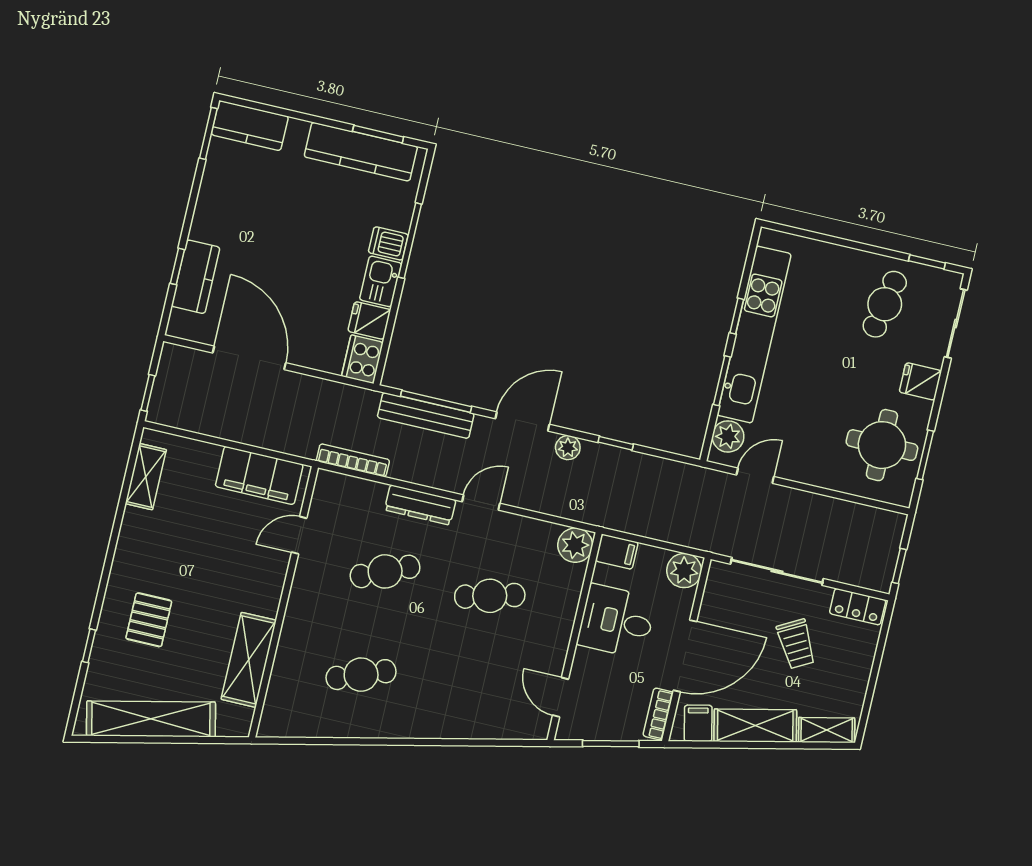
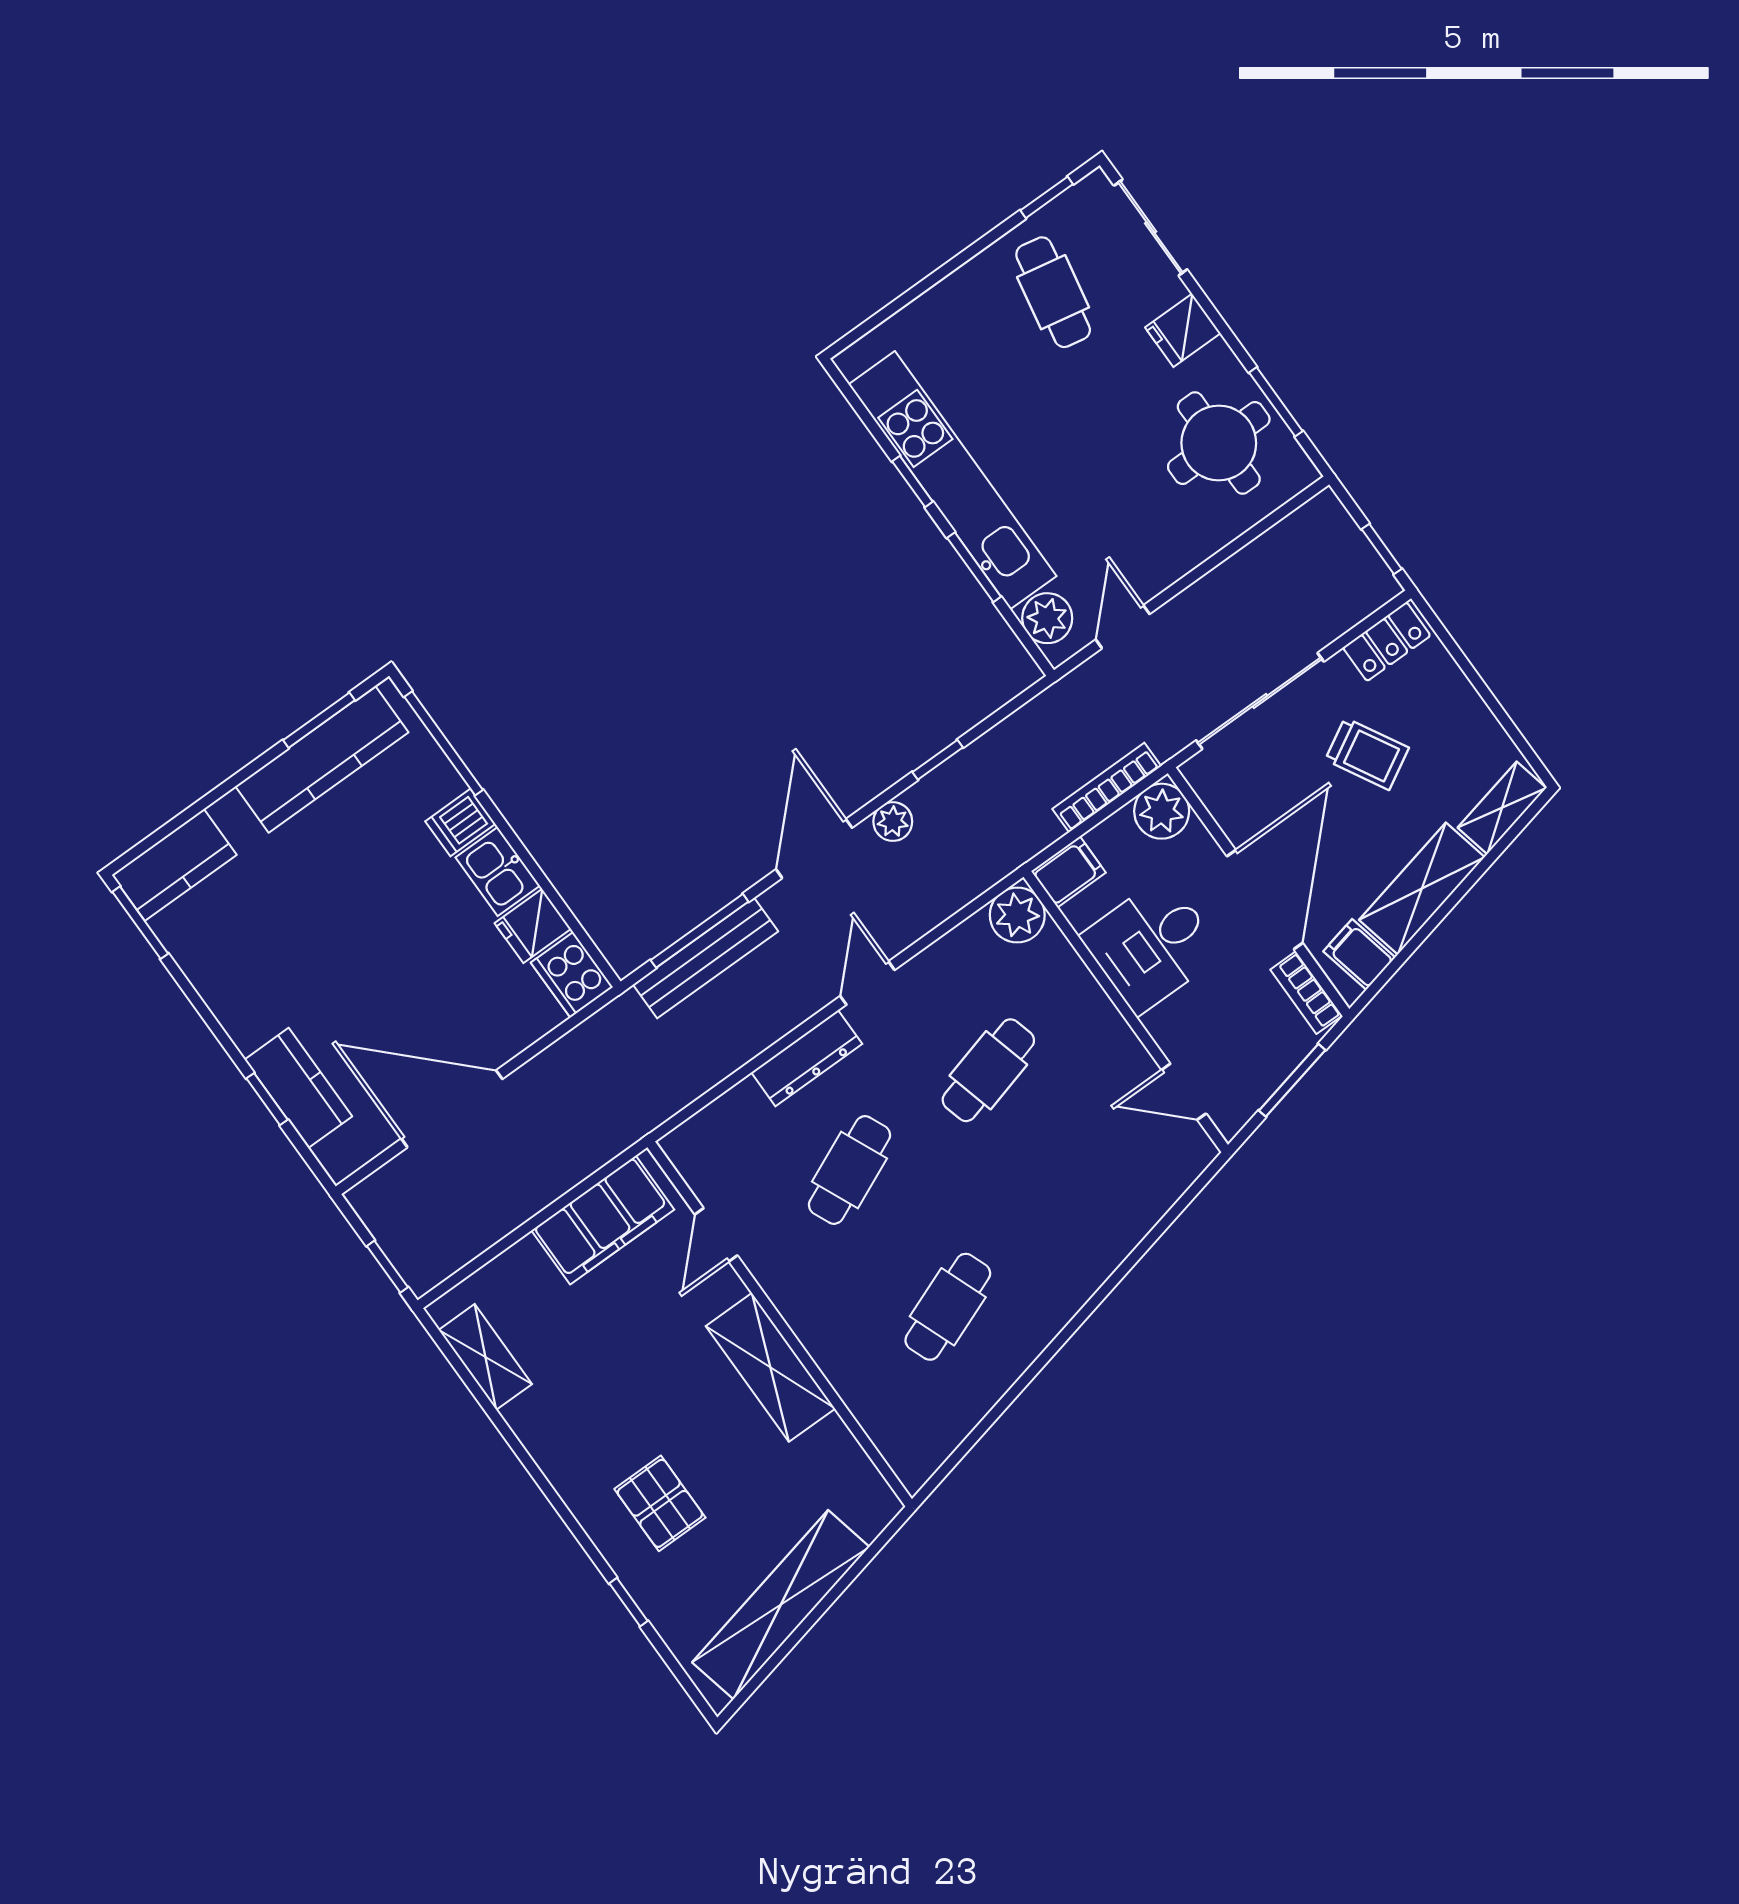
window: (410, 241) -> (444, 743), moved
bookcase: (353, 460) -> (1107, 787), moved
shelving: (249, 660) -> (770, 1367), moved

